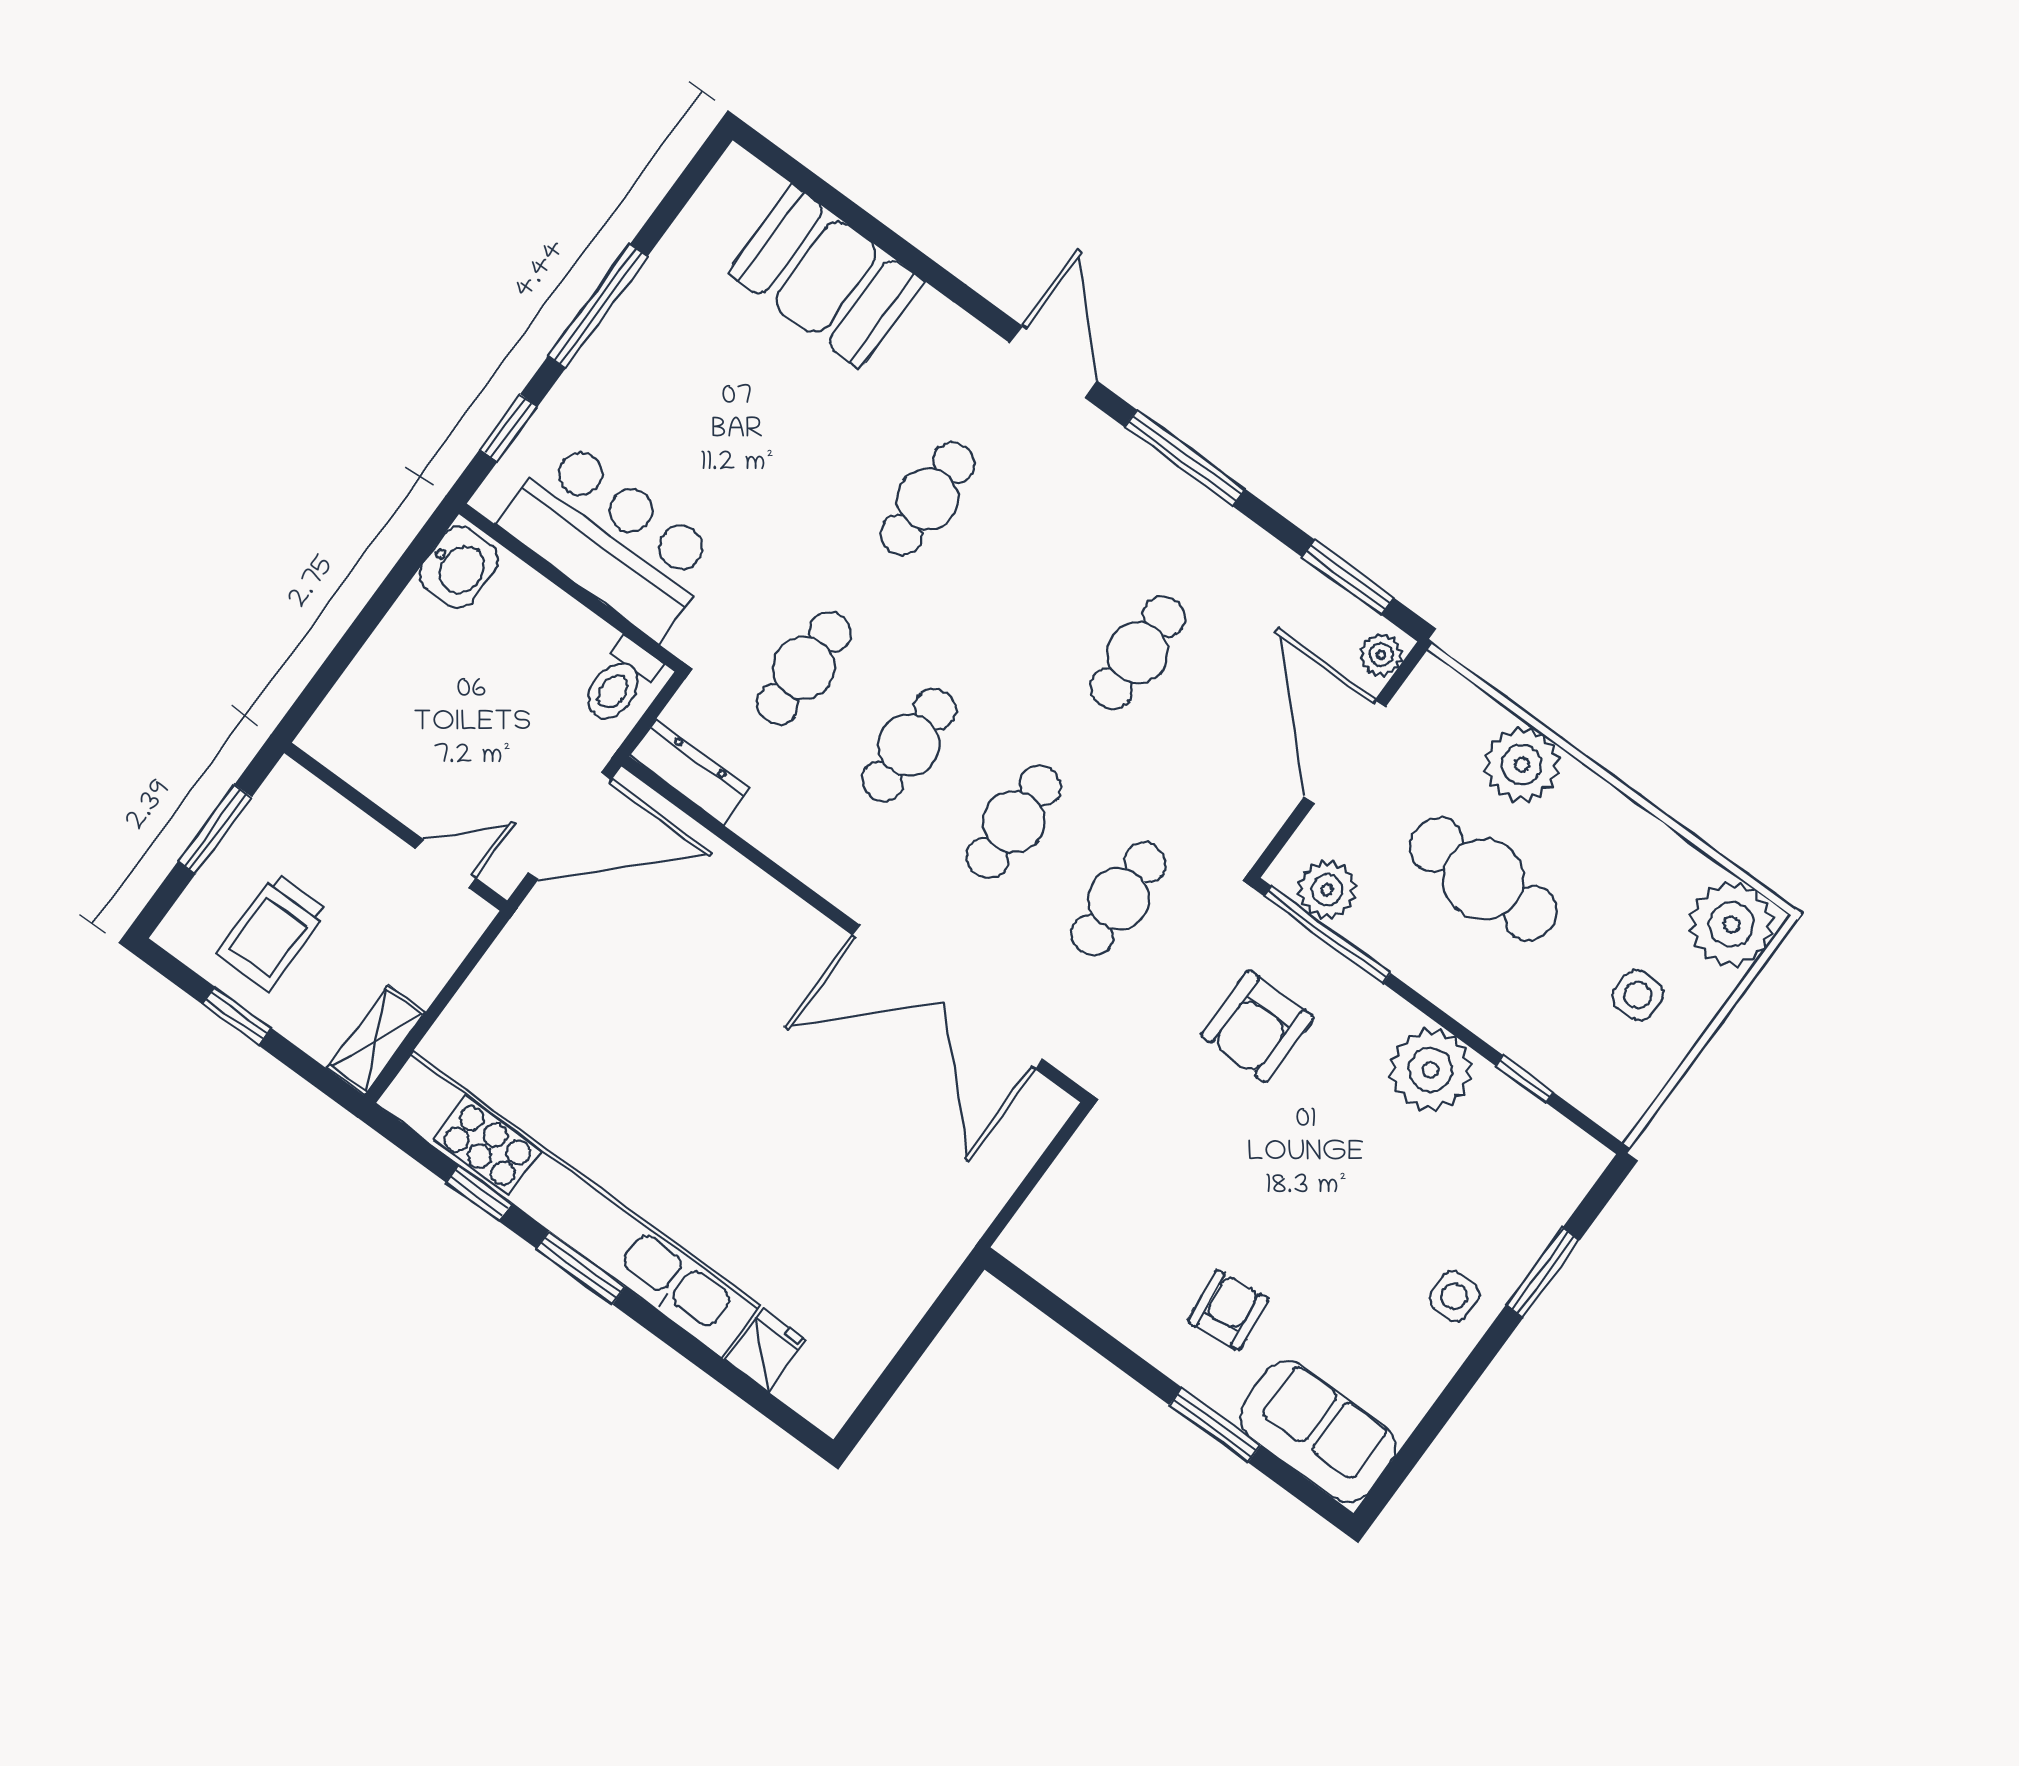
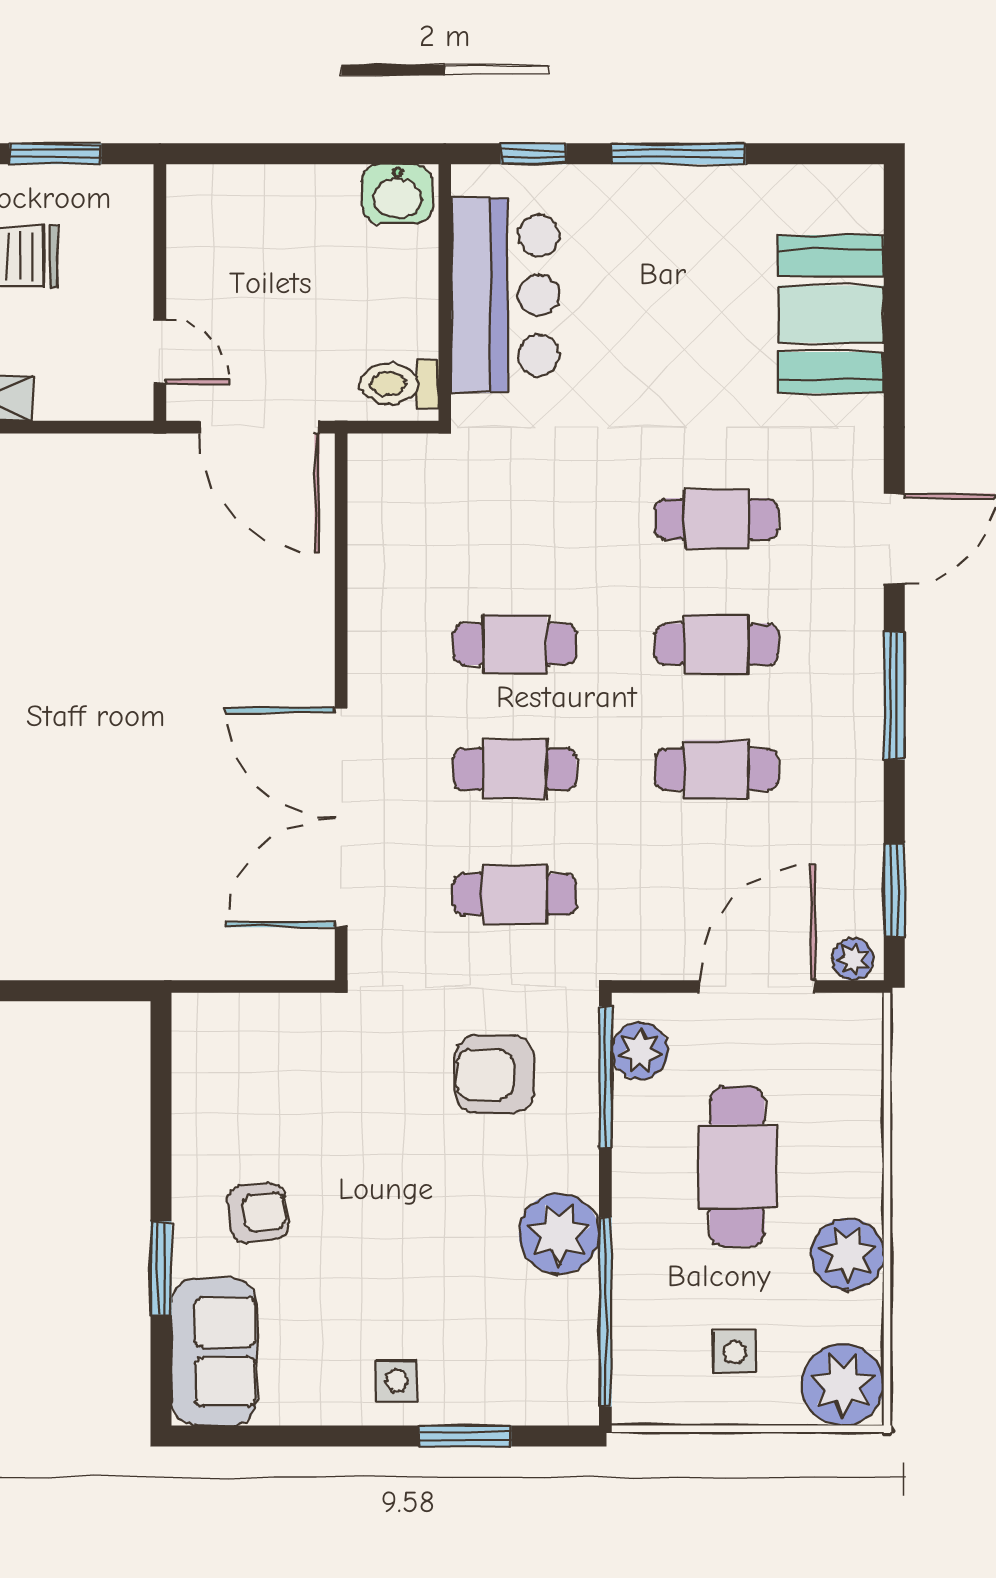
cafe table: (804, 668) -> (717, 644), moved
plant: (1522, 765) -> (848, 1254), moved
dresser: (690, 772) -> (369, 490), removed
window: (1525, 1079) -> (605, 1312), width x3.17

